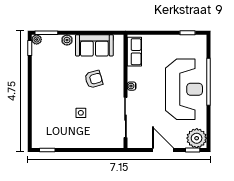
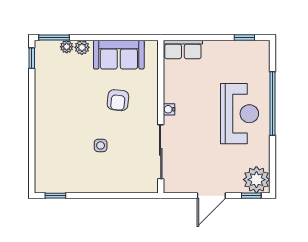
plant: (37, 39) -> (67, 47), moved
row of seats: (134, 52) -> (183, 49), moved, turned 90
armchair: (94, 79) -> (118, 100), turned 112
reception desk: (184, 89) -> (239, 114), width x0.74, depth x0.77
door: (163, 150) -> (211, 196), swing flipped

